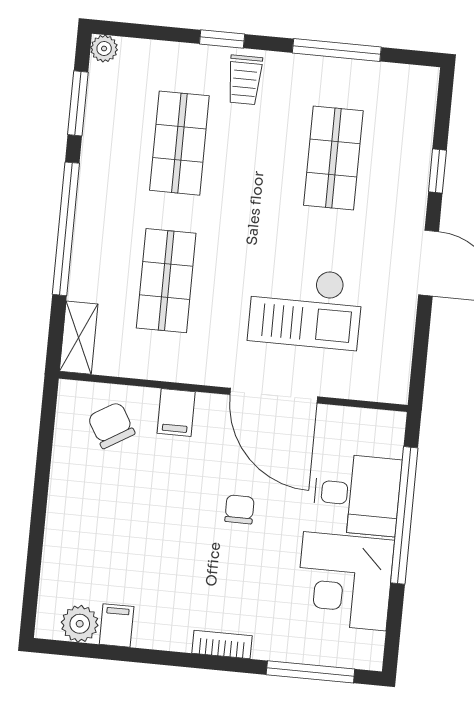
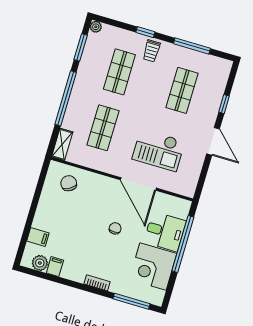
filing cabinet: (176, 413) -> (38, 237), moved, turned -90

